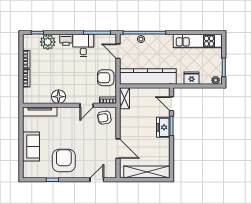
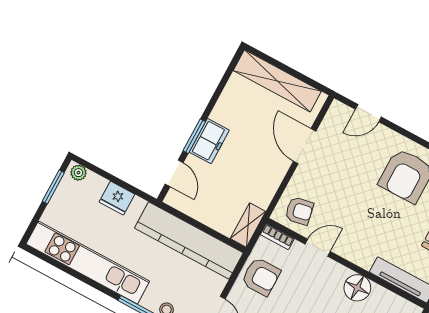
kitchen unit: (198, 41) -> (88, 263), width x1.36

